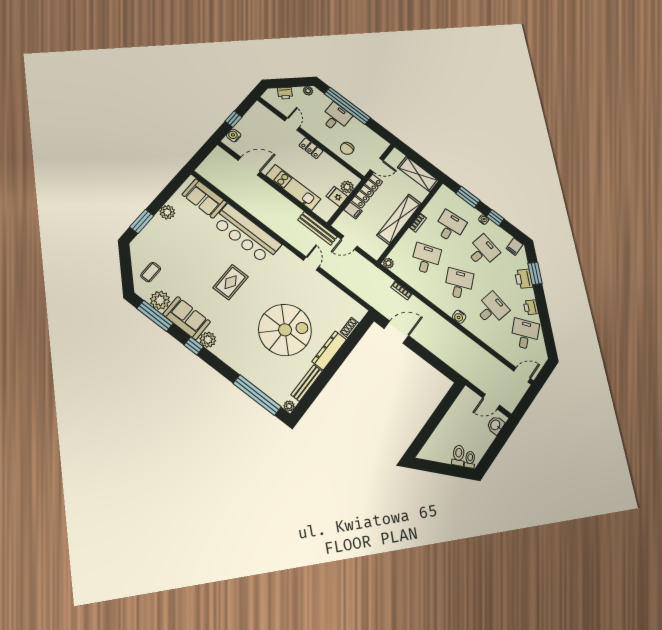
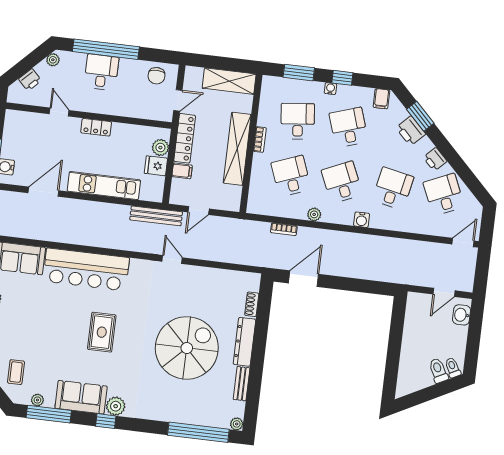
chair: (347, 148) -> (156, 76), moved
desk: (483, 251) -> (349, 127), turned -30
plant: (388, 263) -> (314, 214), moved
plant: (160, 300) -> (37, 400), width x0.53, depth x0.53
bench: (307, 383) -> (242, 384), width x0.73

